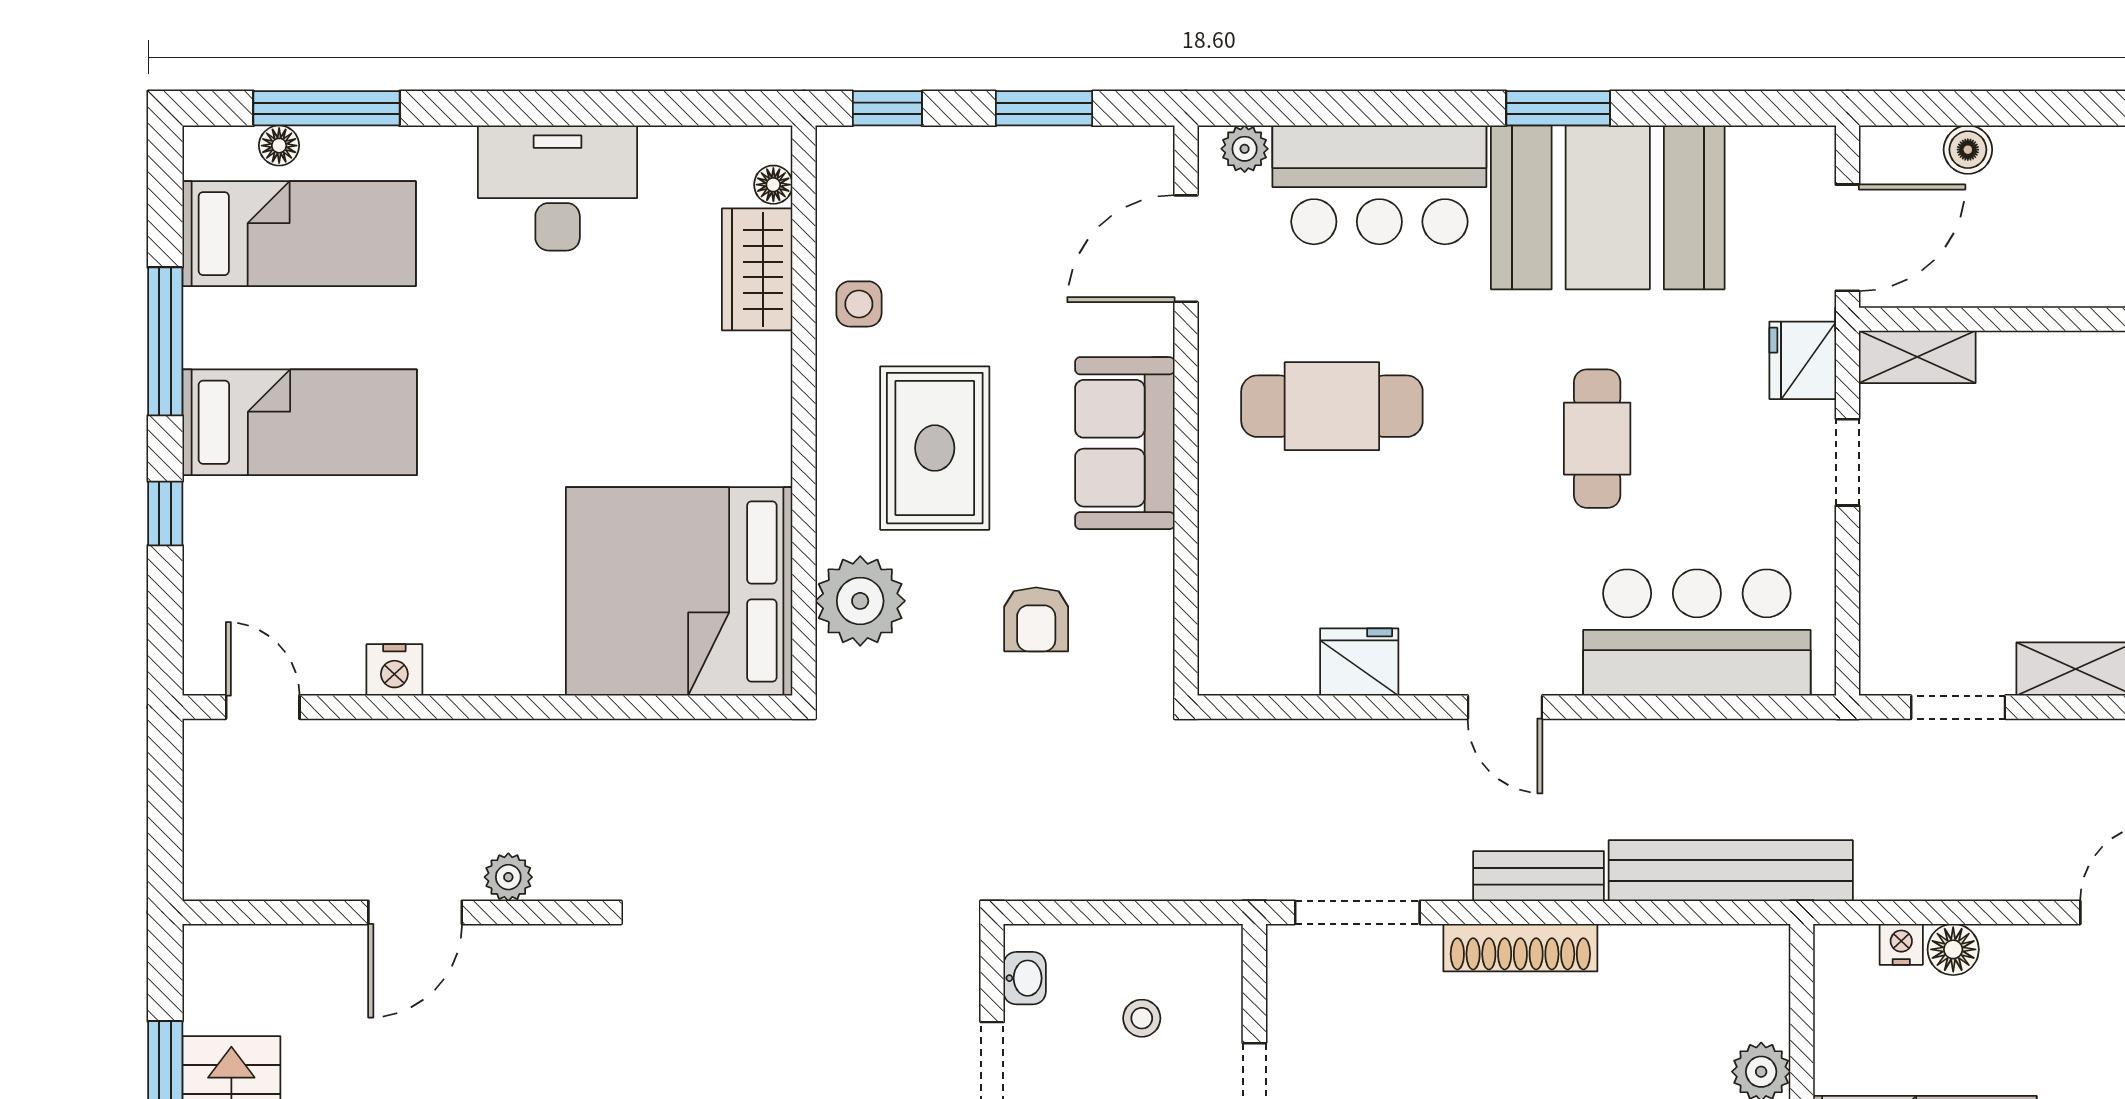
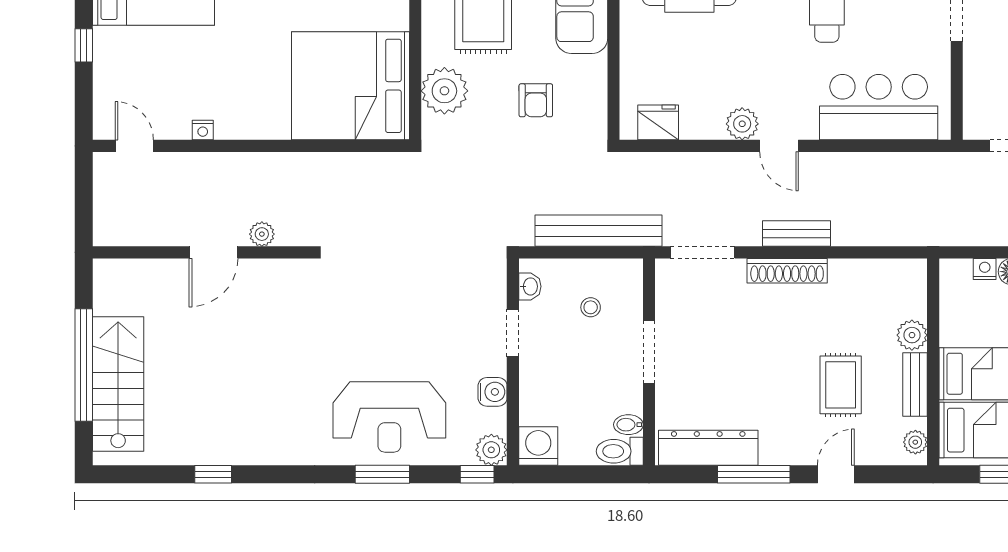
fridge: (1359, 662) -> (658, 122), moved
plant: (1434, 665) -> (742, 124), added
nightstand: (394, 670) -> (203, 130), width x0.72, depth x0.74
bench: (1731, 871) -> (599, 231), moved

